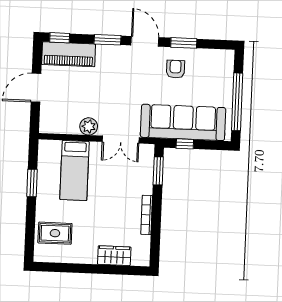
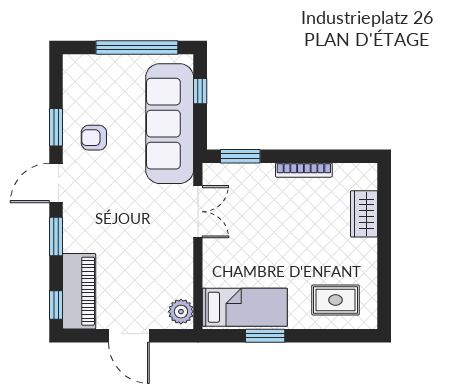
plant: (89, 126) -> (181, 312), moved
window: (185, 144) -> (200, 91), moved
bed: (75, 170) -> (245, 307), moved
rug: (55, 233) -> (335, 300), turned 90

